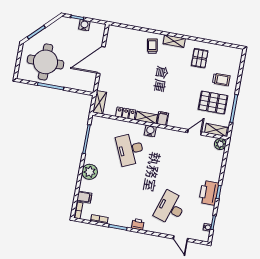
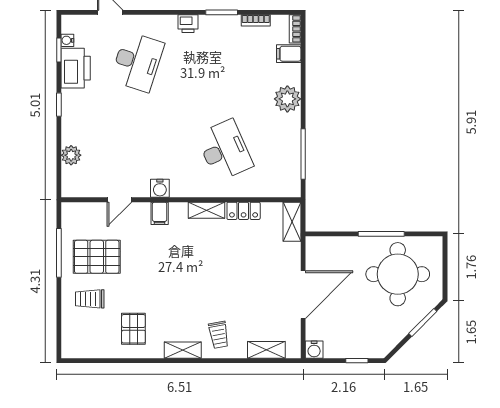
water cooler: (84, 25) -> (314, 350), moved
filing cabinet: (163, 119) -> (160, 213), moved
shelving: (216, 130) -> (266, 350), moved
water cooler: (150, 131) -> (160, 188), moved
plant: (220, 144) -> (71, 155), moved
printer: (209, 193) -> (76, 68), moved

